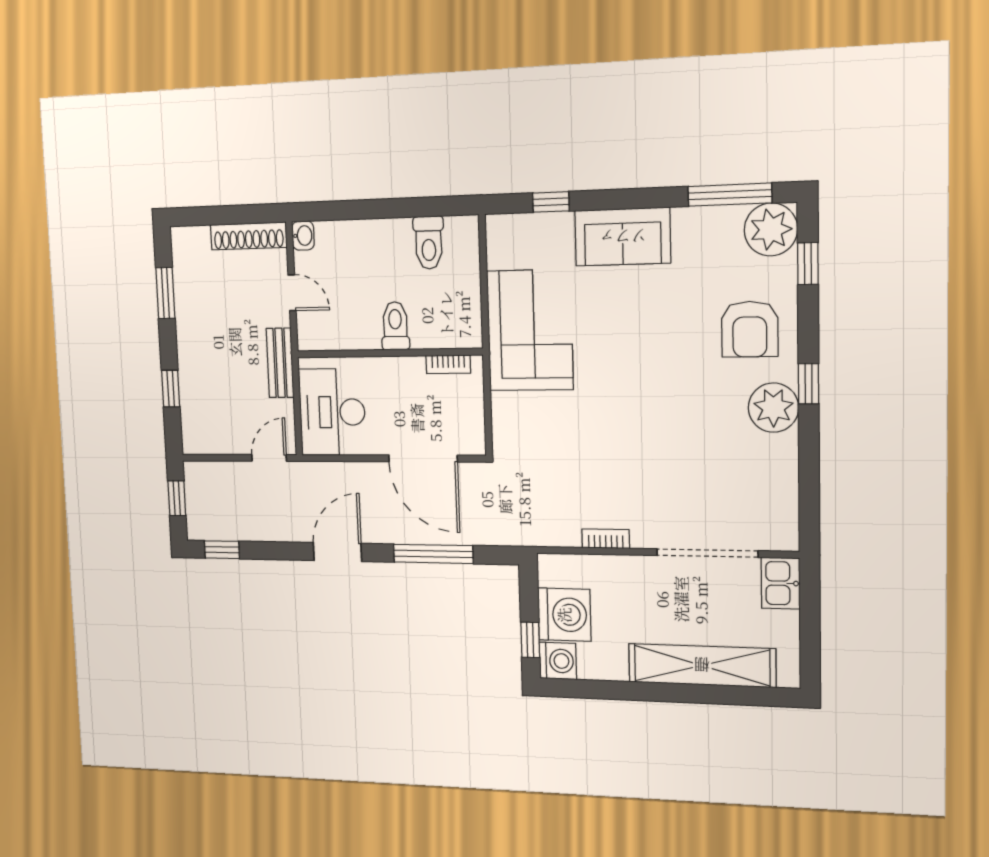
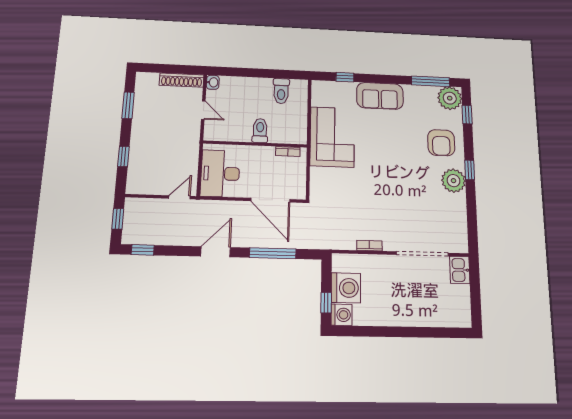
bench: (280, 363) -> (192, 146), removed
shelving: (702, 665) -> (420, 316), removed

